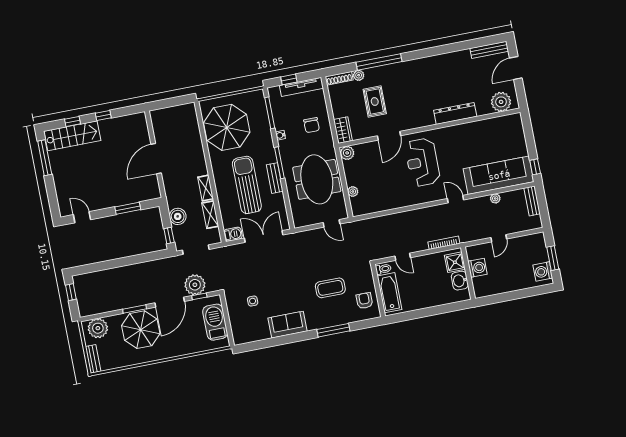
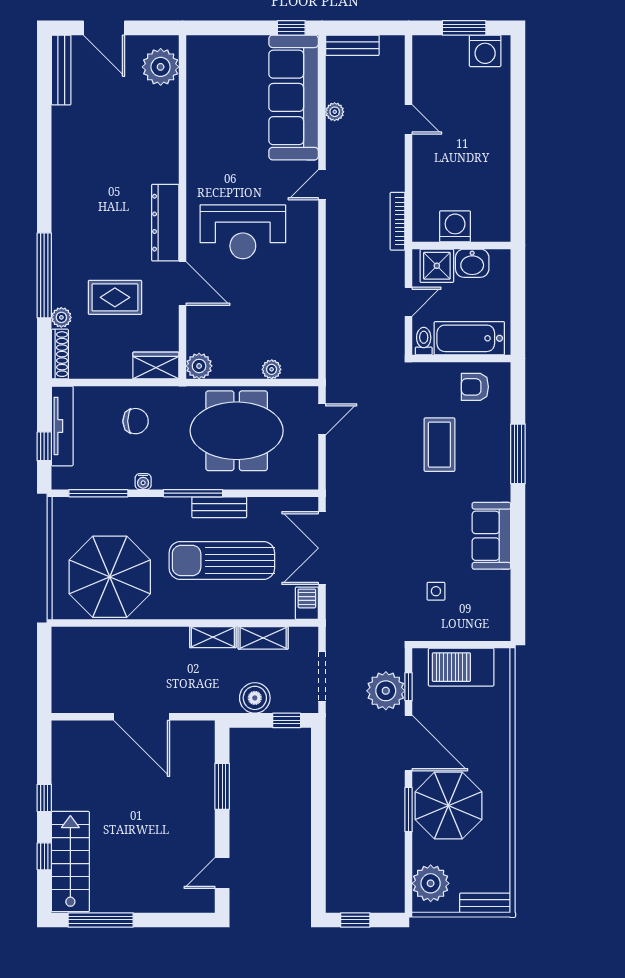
dresser: (455, 113) -> (165, 223), moved
shower: (455, 262) -> (437, 266), moved
washing machine: (477, 268) -> (455, 226), moved
wall: (468, 273) -> (461, 245), moved
washbasin: (460, 281) -> (472, 263), moved

